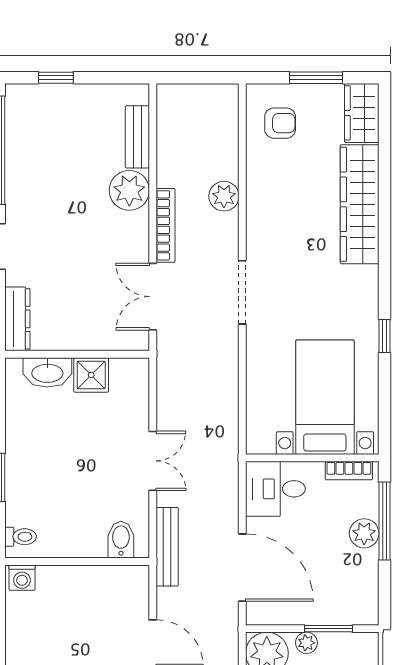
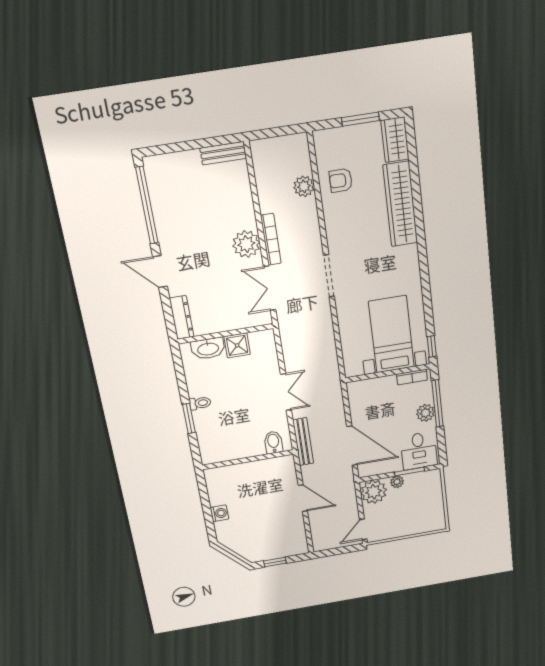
window: (56, 78) -> (177, 147), removed
armchair: (280, 123) -> (341, 180), moved, turned 180
bench: (137, 137) -> (223, 153), moved, turned 90
plant: (129, 190) -> (246, 244), moved
plant: (224, 196) -> (304, 186), moved
window: (384, 336) -> (432, 346), moved
desk: (275, 489) -> (419, 451), moved, turned -90
toilet: (21, 537) -> (200, 403), moved
washing machine: (22, 578) -> (219, 513), moved, turned -90

